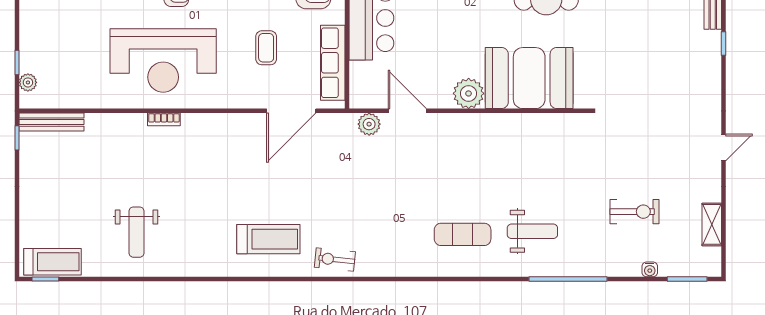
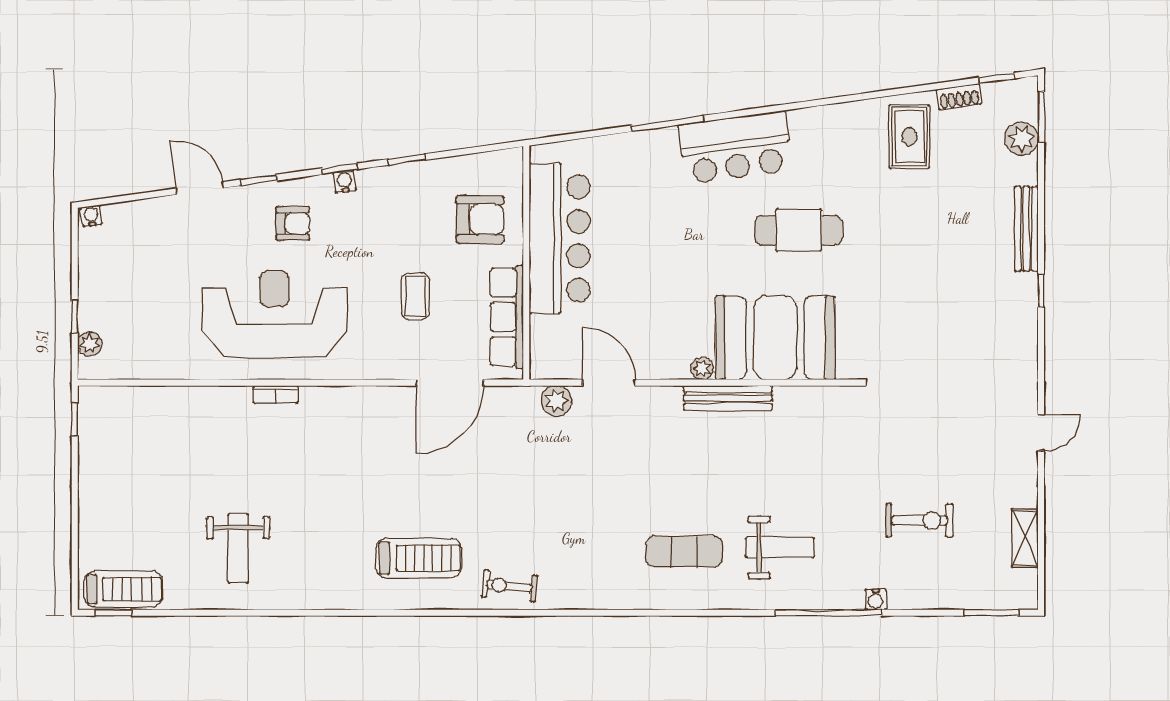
reception desk: (163, 61) -> (275, 314), turned 180
plant: (469, 93) -> (702, 369), width x0.53, depth x0.53
bench: (51, 122) -> (728, 398), moved
water cooler: (650, 269) -> (876, 599), moved

